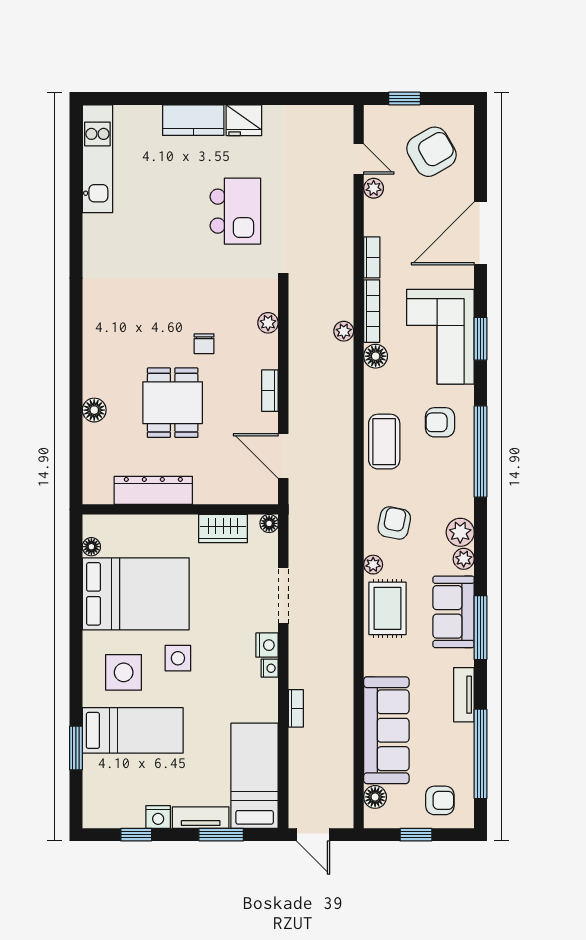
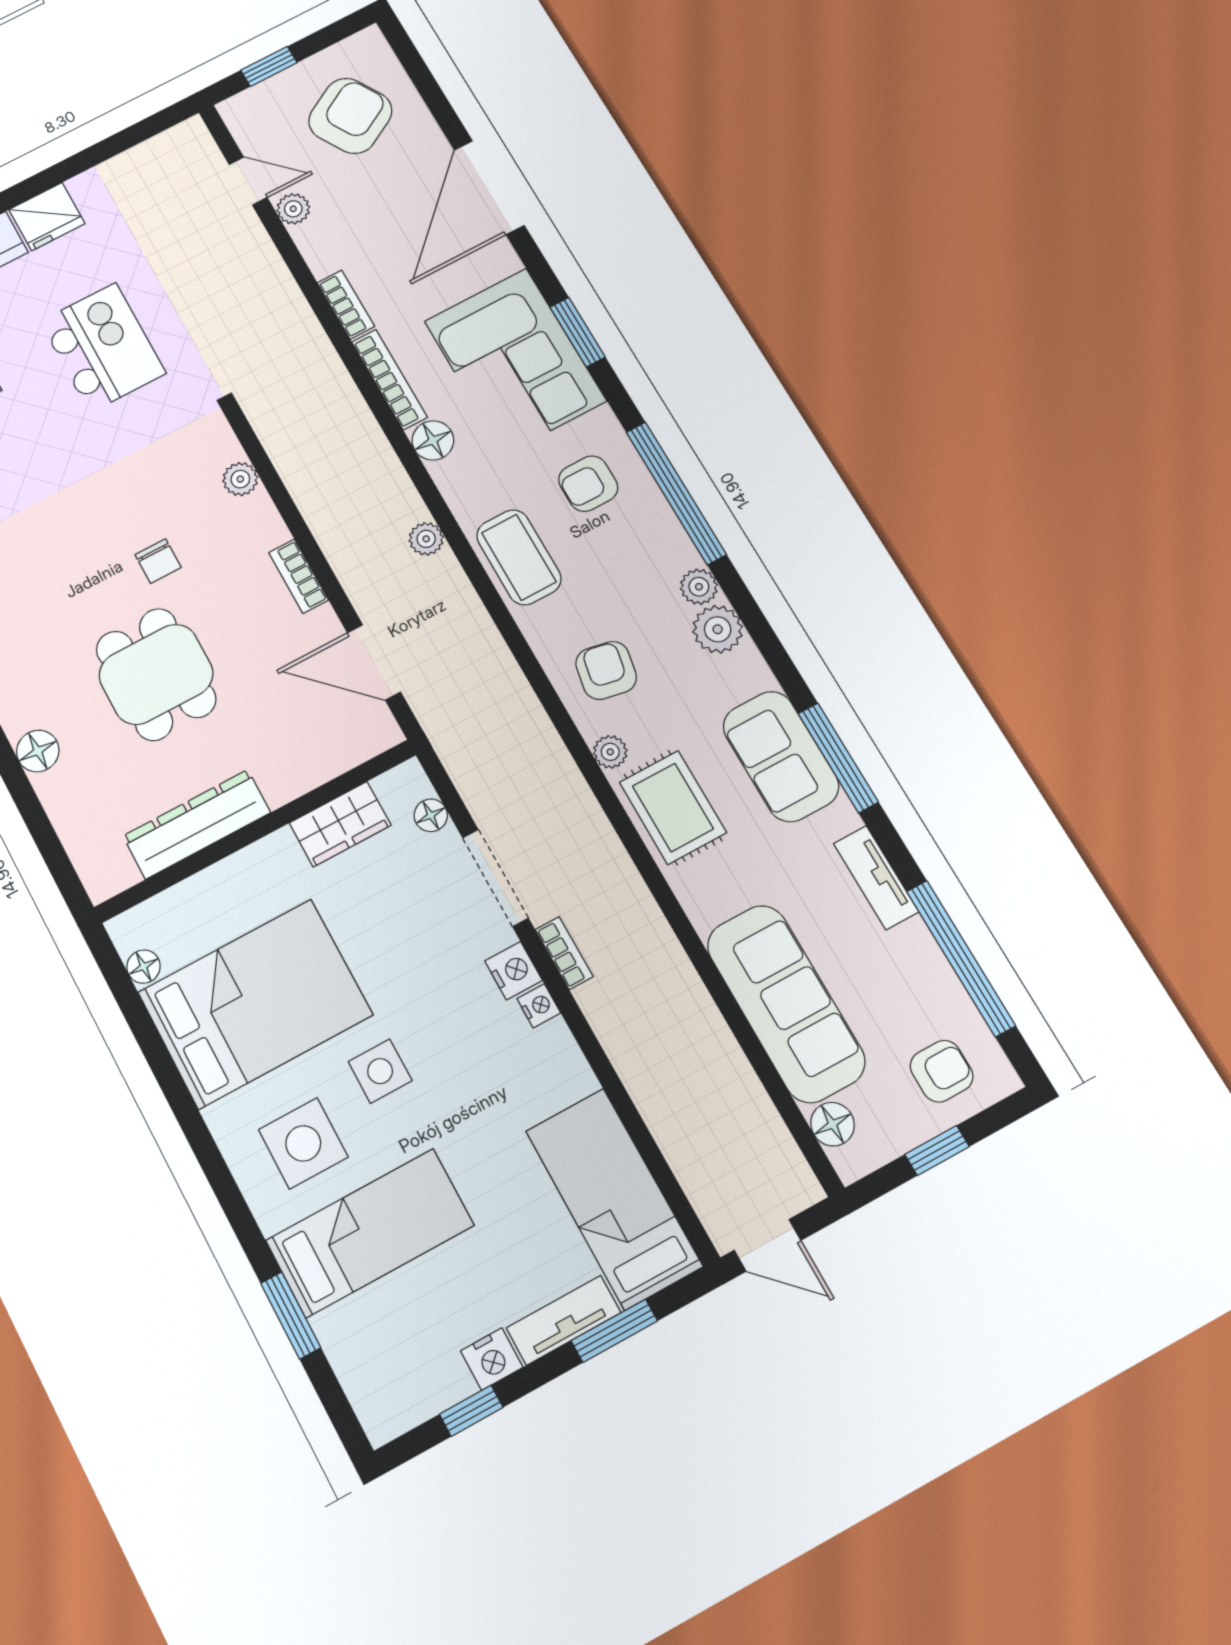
plant: (344, 331) -> (426, 539), moved
floor lamp: (269, 523) -> (431, 815), moved
plant: (464, 559) -> (699, 587), moved
bookcase: (296, 708) -> (564, 953), moved

